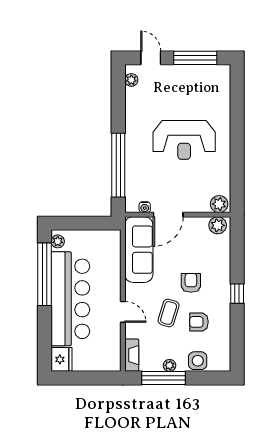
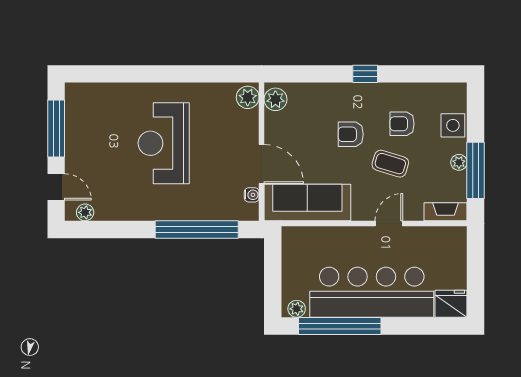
door: (151, 58) -> (56, 187), swing flipped
reception desk: (184, 140) -> (164, 143), turned 180
armchair: (199, 322) -> (402, 124), turned 90

